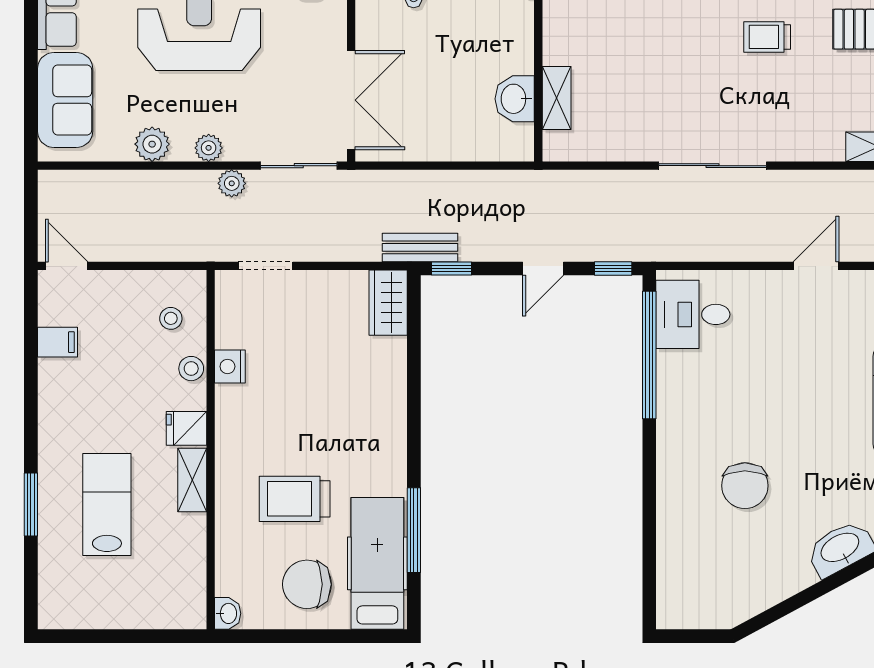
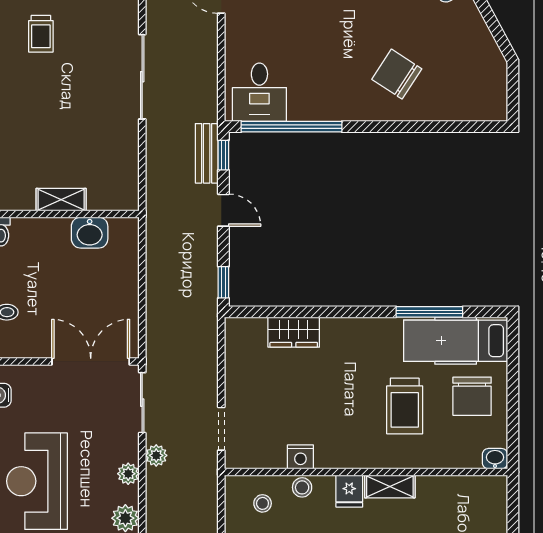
shelving: (557, 98) -> (61, 200), moved
bench: (420, 247) -> (207, 153), moved
wardrobe: (388, 303) -> (294, 332), moved
chair: (745, 486) -> (397, 74), moved, turned -147

